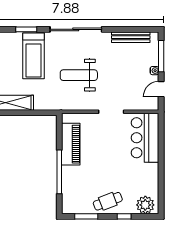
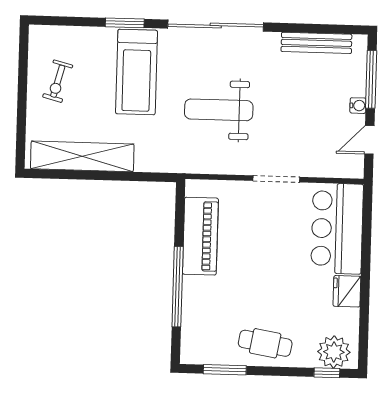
fridge: (151, 172) -> (347, 291), added
cafe table: (108, 201) -> (265, 343), turned 31
window: (124, 216) -> (327, 373), moved

